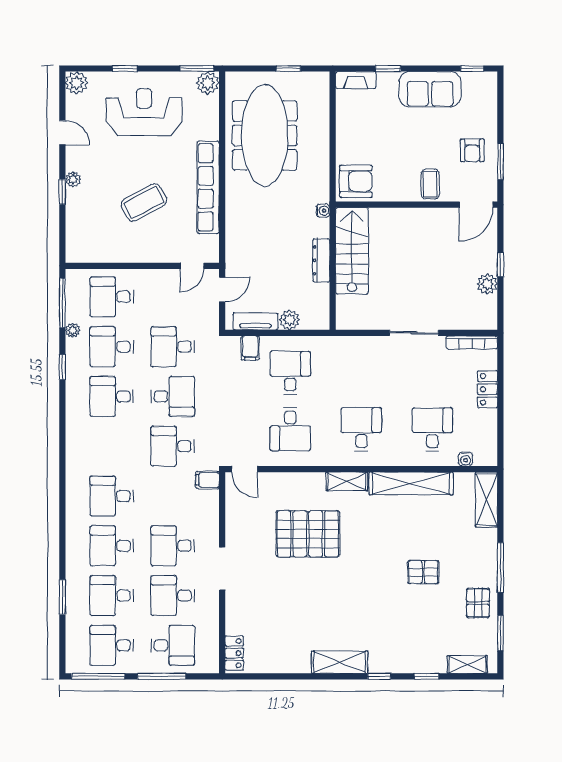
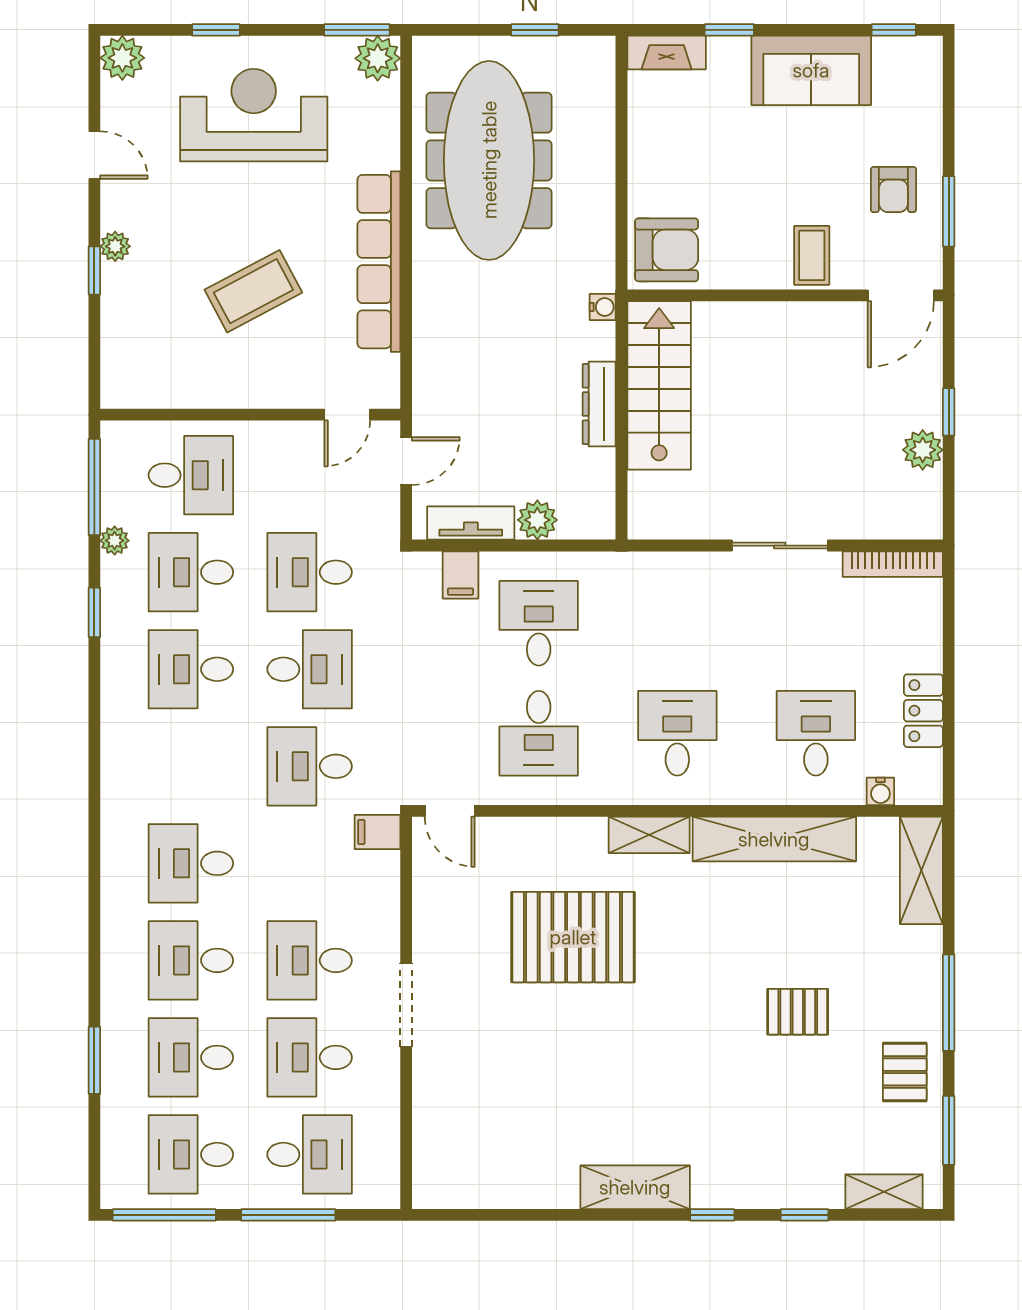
desk: (112, 297) -> (191, 475), turned 180
locker: (488, 389) -> (923, 711), moved
locker: (234, 653) -> (430, 1170), removed

